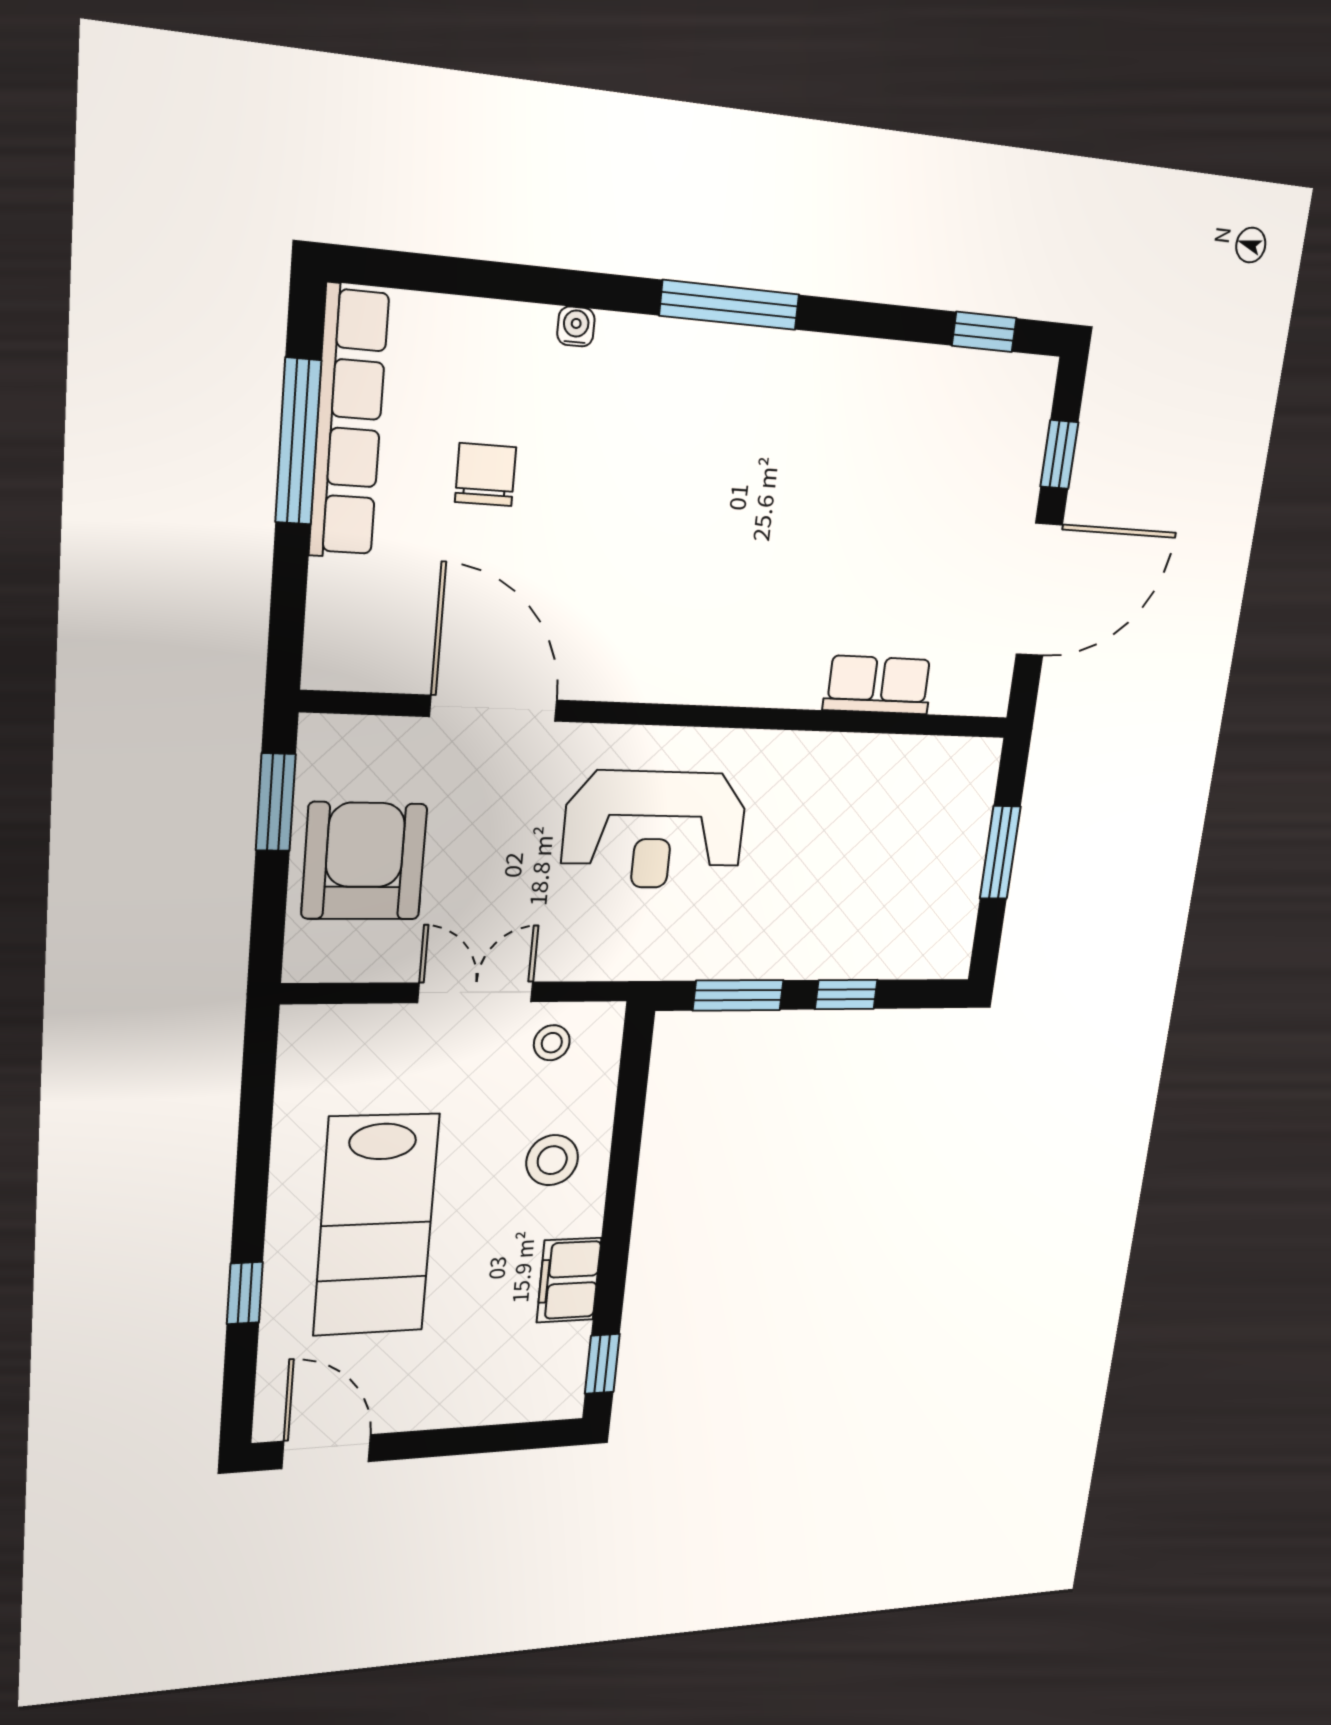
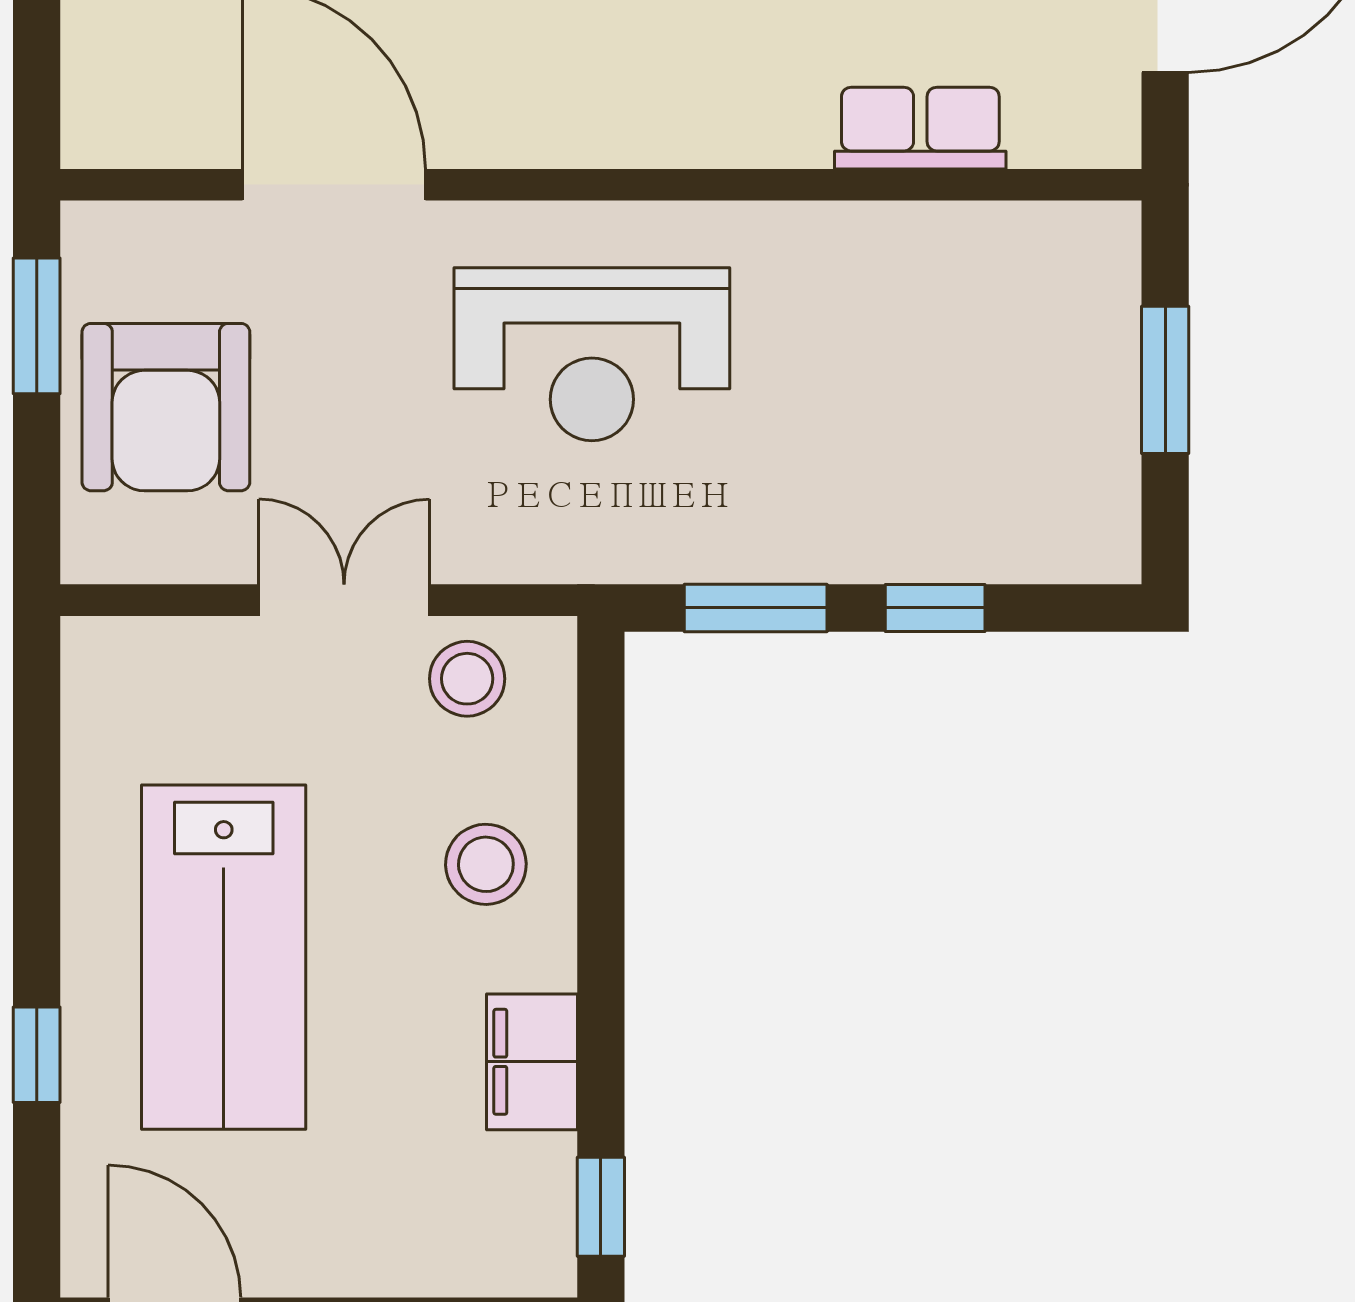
armchair: (364, 861) -> (166, 407), turned 180
stool: (552, 1043) -> (467, 679), width x1.37, depth x1.37

